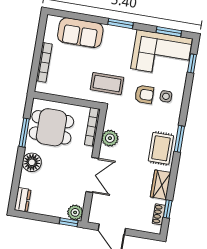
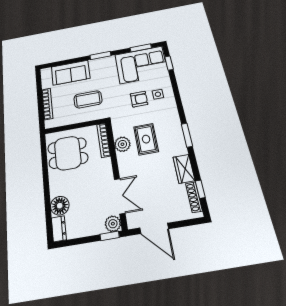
coffee table: (107, 84) -> (88, 99), moved
window: (24, 133) -> (45, 166), removed
window: (179, 139) -> (187, 135), moved
rug: (161, 148) -> (146, 139), moved
floor lamp: (32, 162) -> (60, 206), moved
double door: (92, 175) -> (120, 196), moved
shoe rack: (159, 214) -> (194, 197), width x1.43

